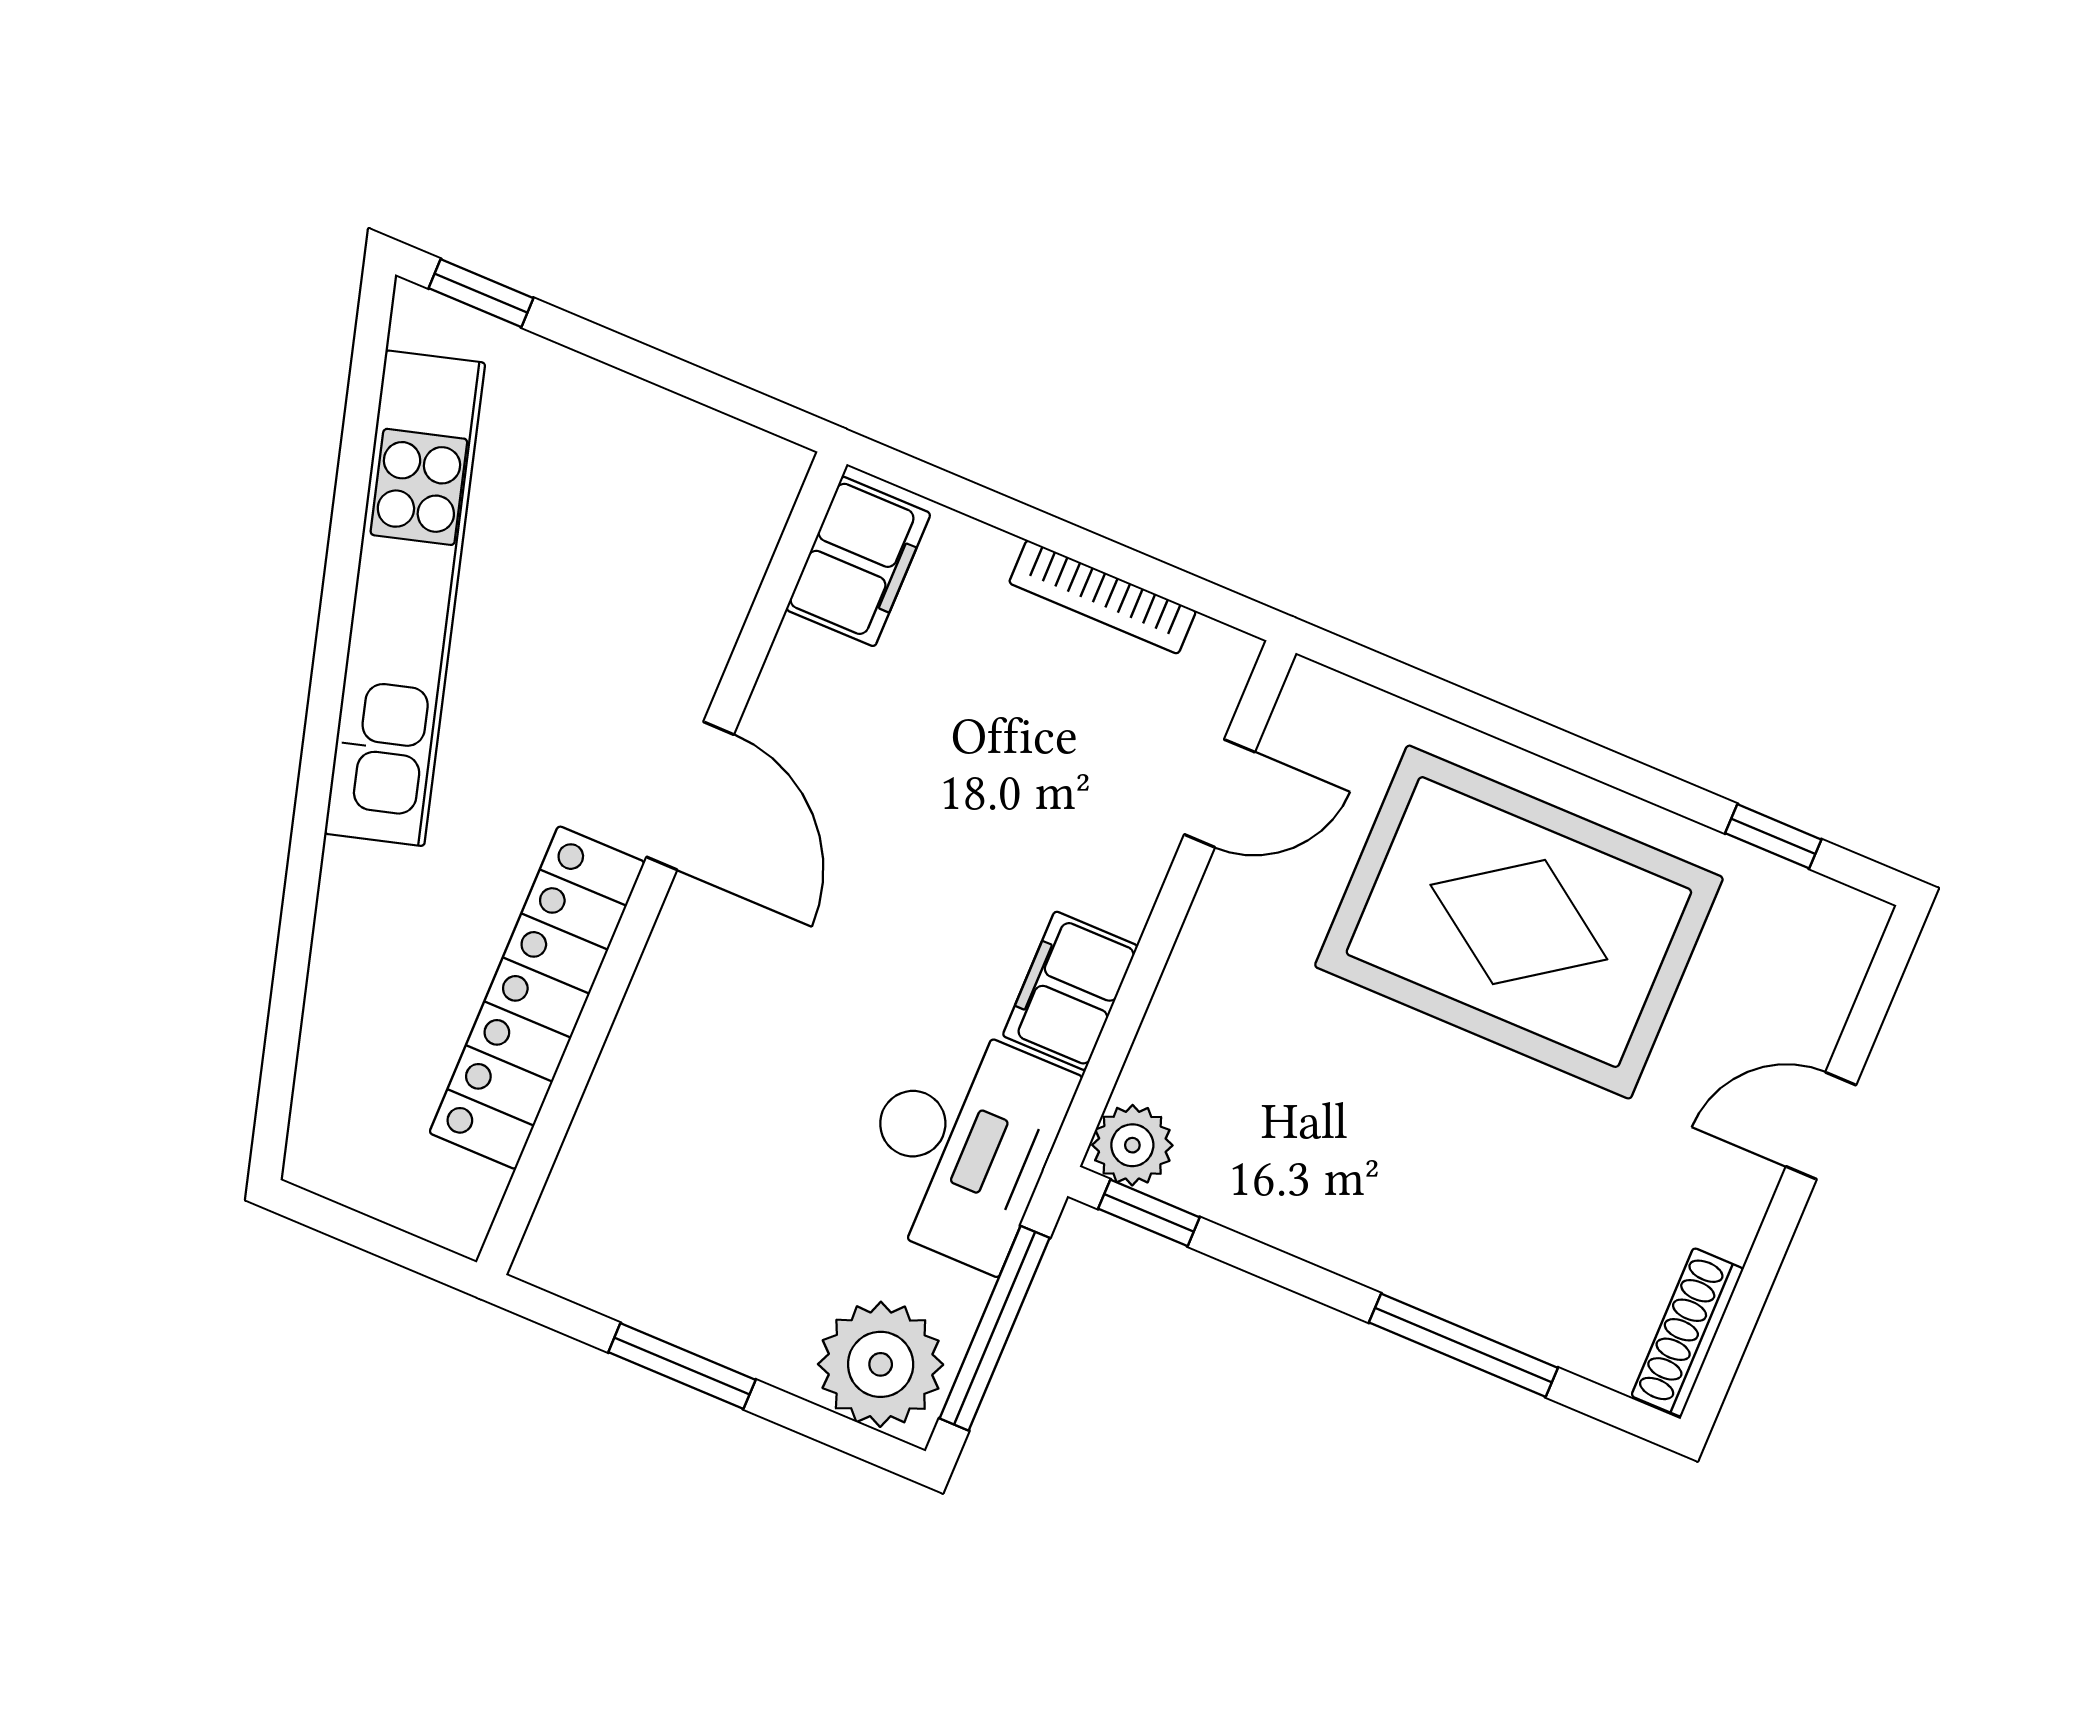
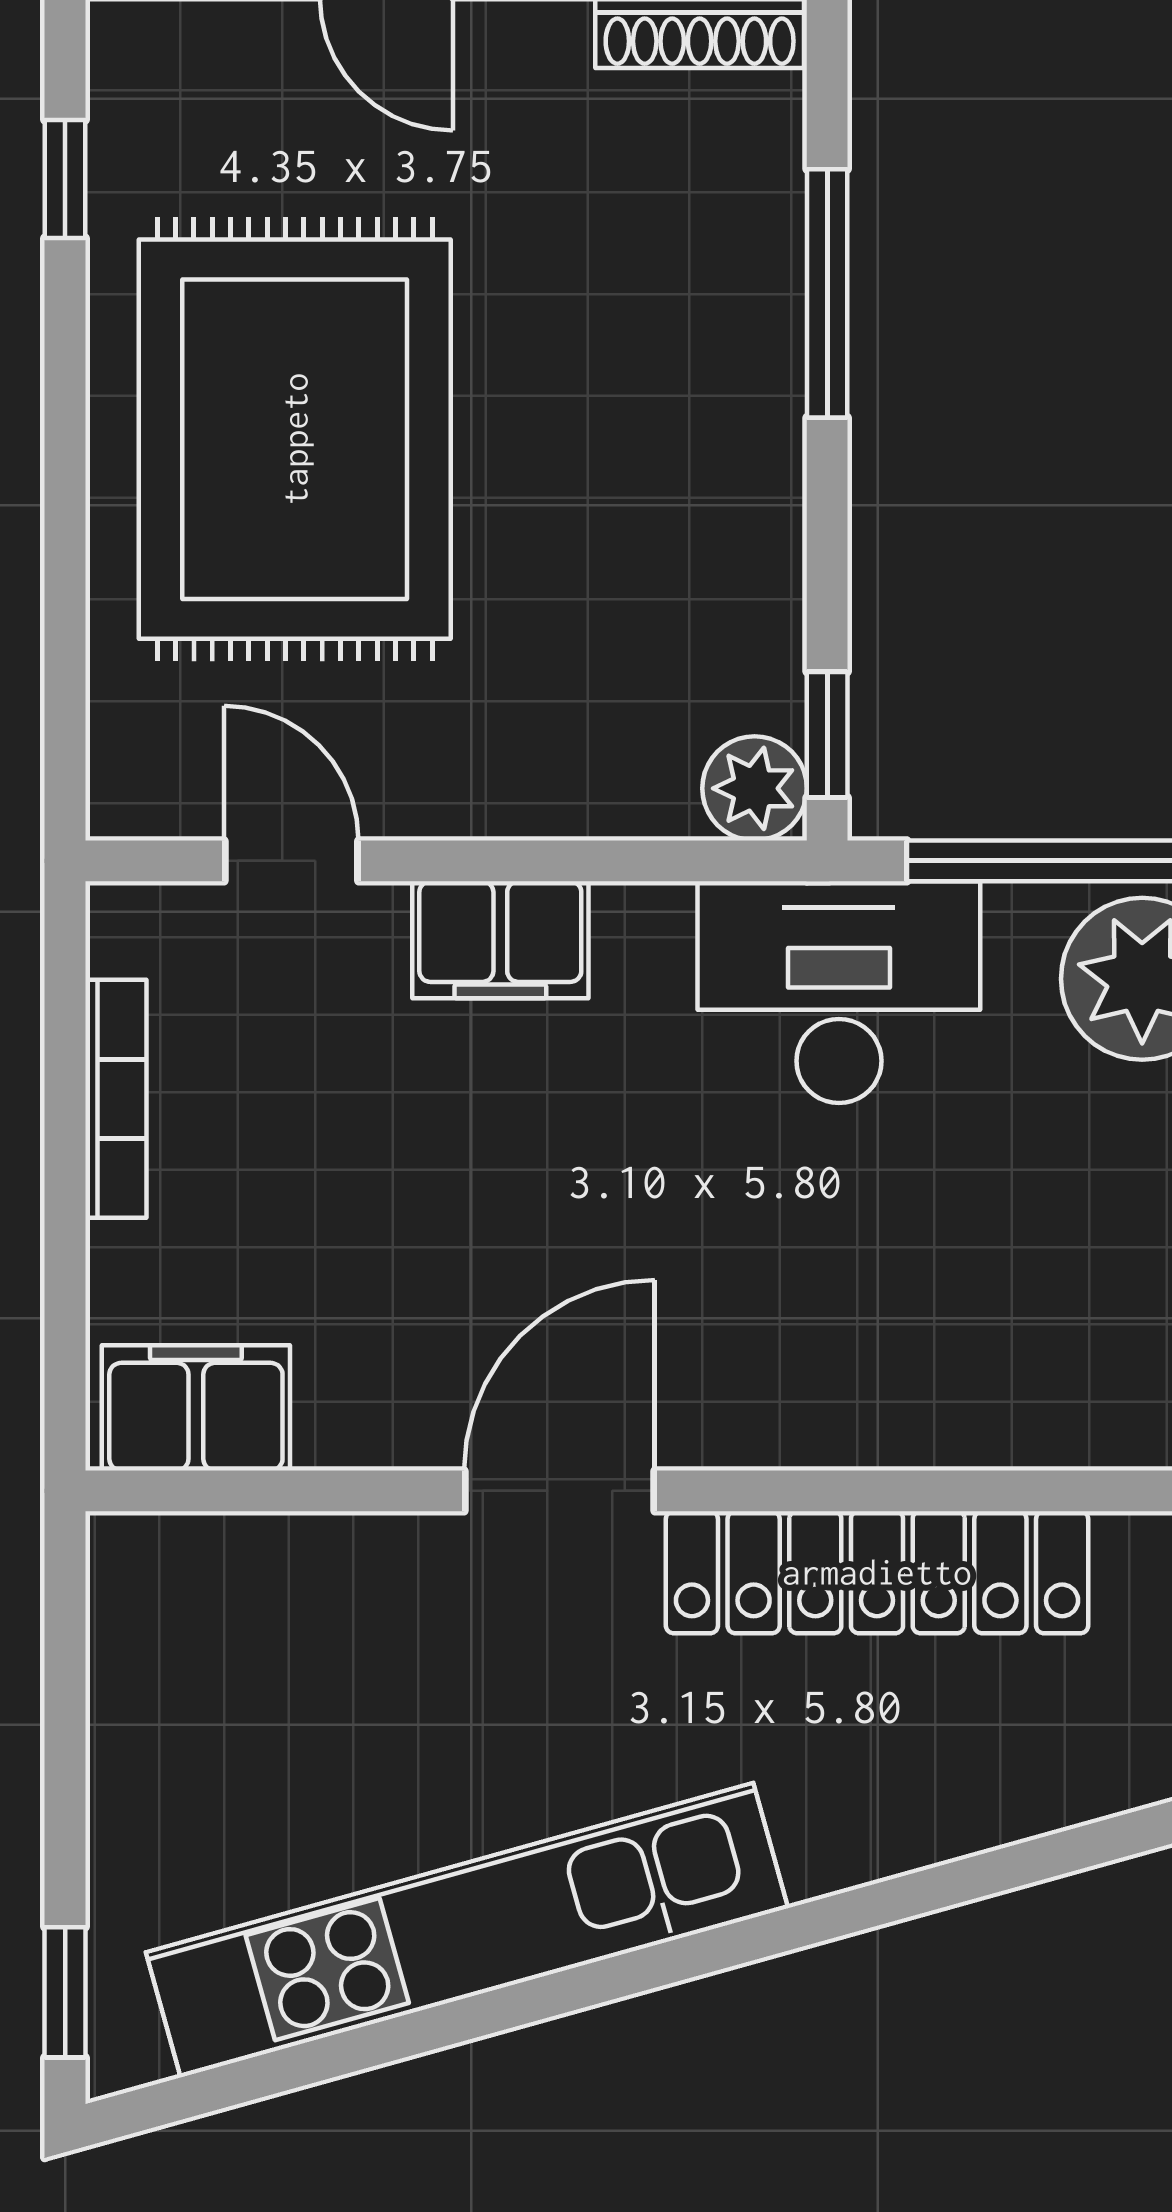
filing cabinet: (1070, 991) -> (500, 940), moved

